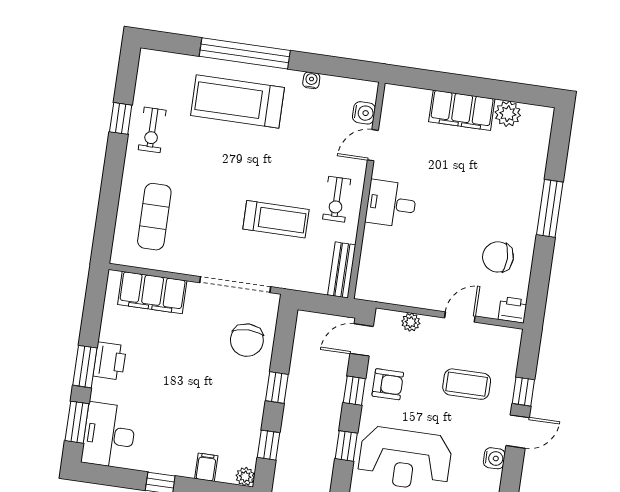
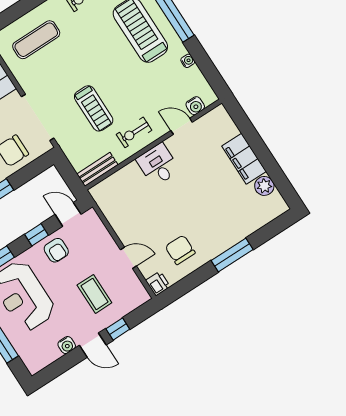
plant: (411, 322) -> (102, 233), removed

